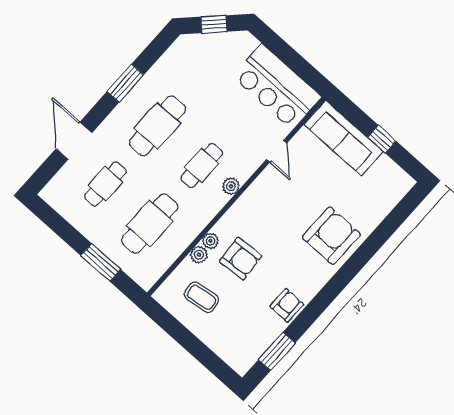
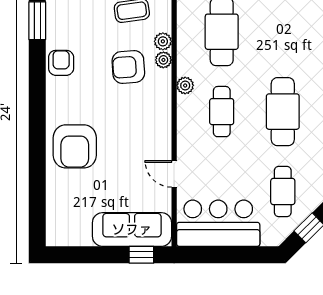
window: (382, 139) -> (141, 255), moved
cafe table: (105, 184) -> (283, 191), moved
plant: (231, 186) -> (185, 85), moved
armchair: (287, 305) -> (61, 63), turned 180

